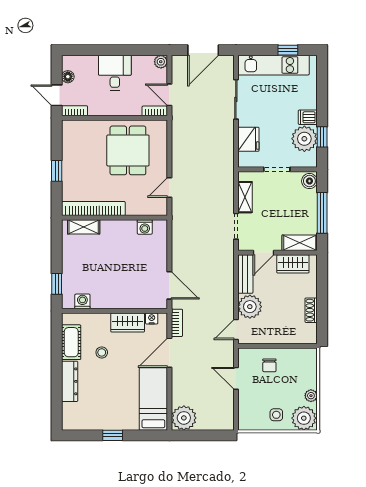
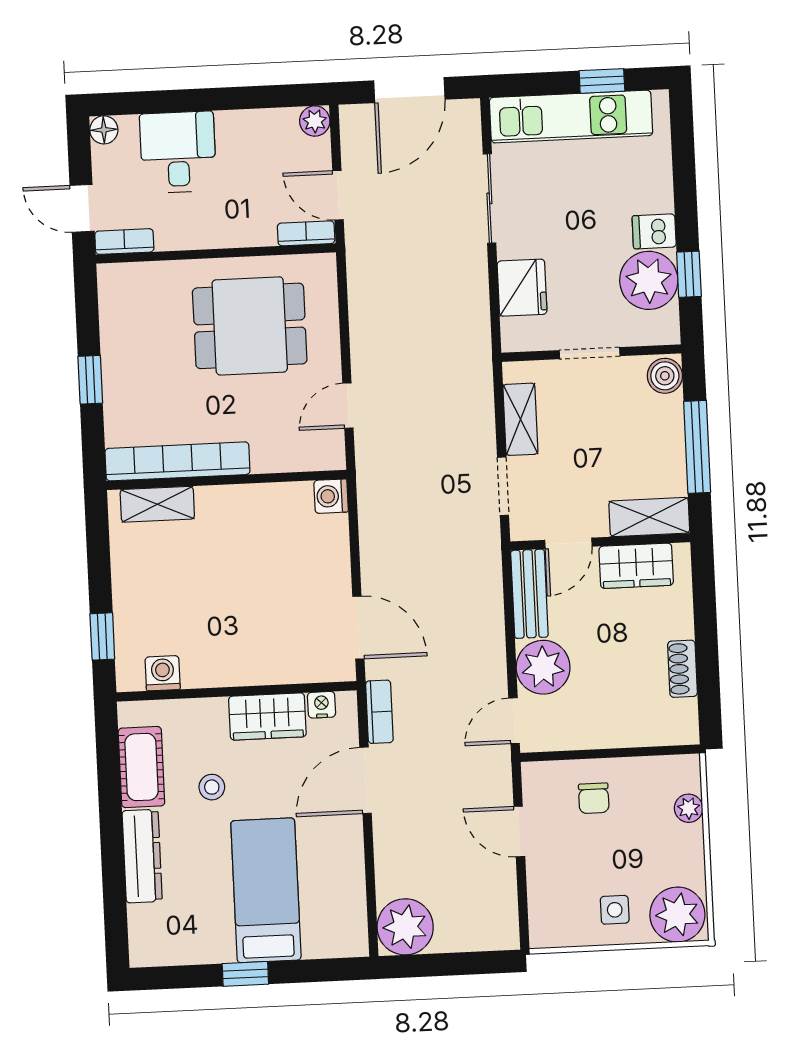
desk: (115, 73) -> (178, 152), moved
floor lamp: (68, 77) -> (104, 130), moved
dining table: (128, 150) -> (250, 326), turned 90
washing machine: (145, 227) -> (331, 496), moved, turned 90
plant: (311, 396) -> (689, 808), moved
bed: (153, 399) -> (266, 890), moved

